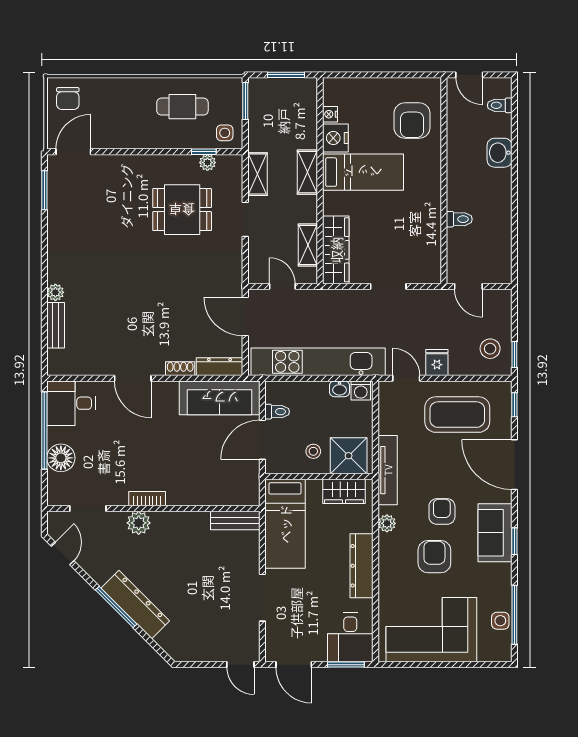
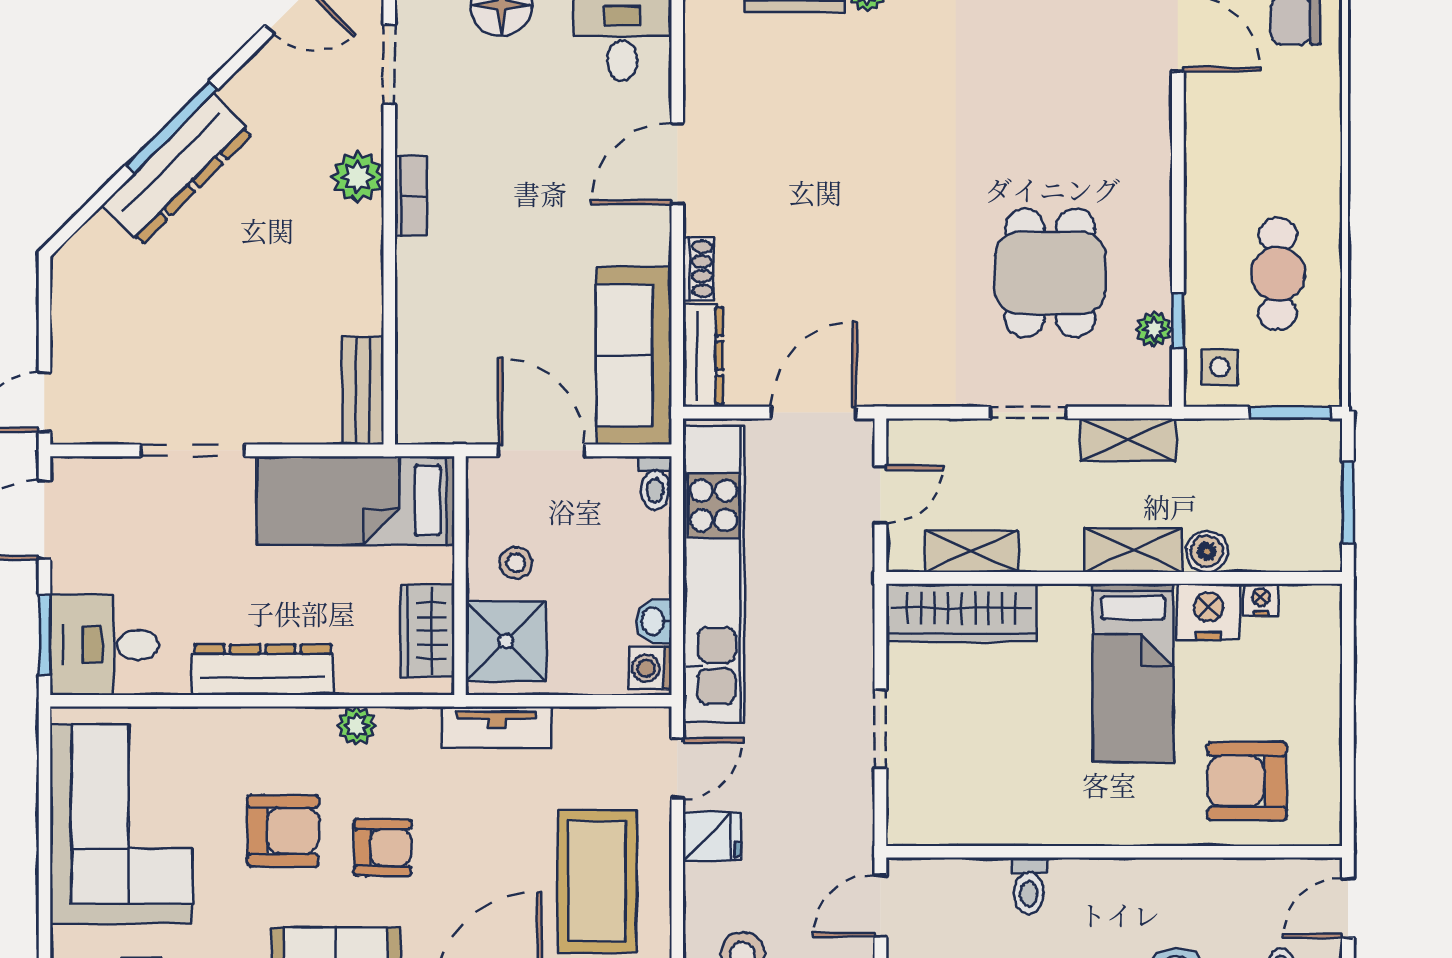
boiler: (308, 139) -> (1207, 551), added
toilet: (277, 412) -> (655, 483), moved
tv unit: (388, 470) -> (496, 727), width x0.71

